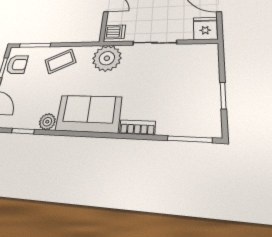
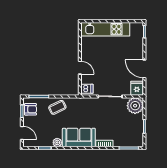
plant: (107, 58) -> (135, 106), moved

